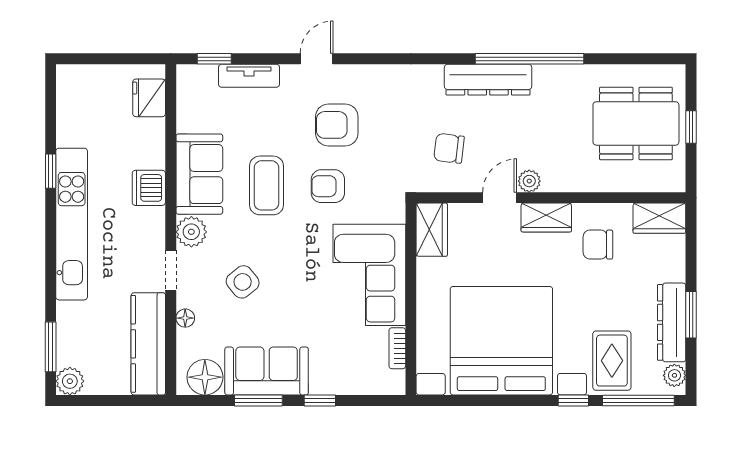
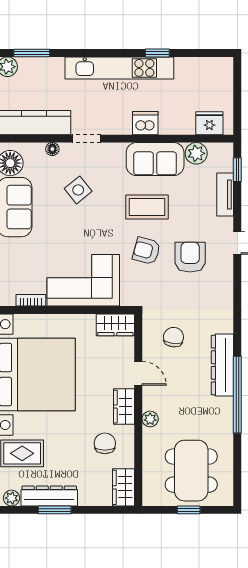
plant: (529, 181) -> (150, 419), moved
armchair: (328, 186) -> (146, 251), turned -75
plant: (191, 232) -> (196, 153), moved

